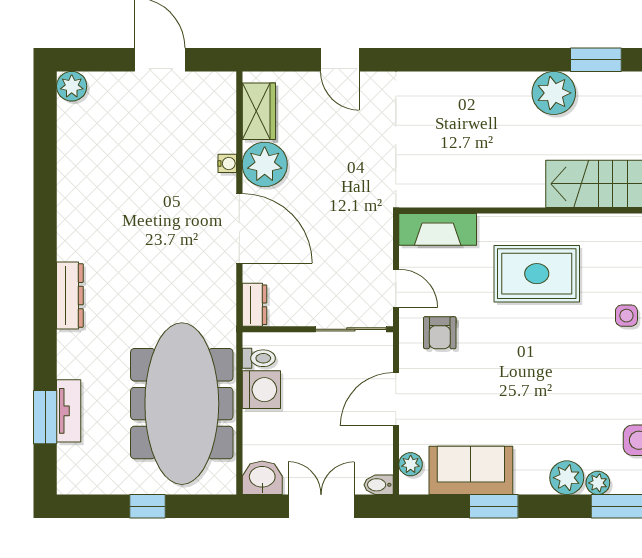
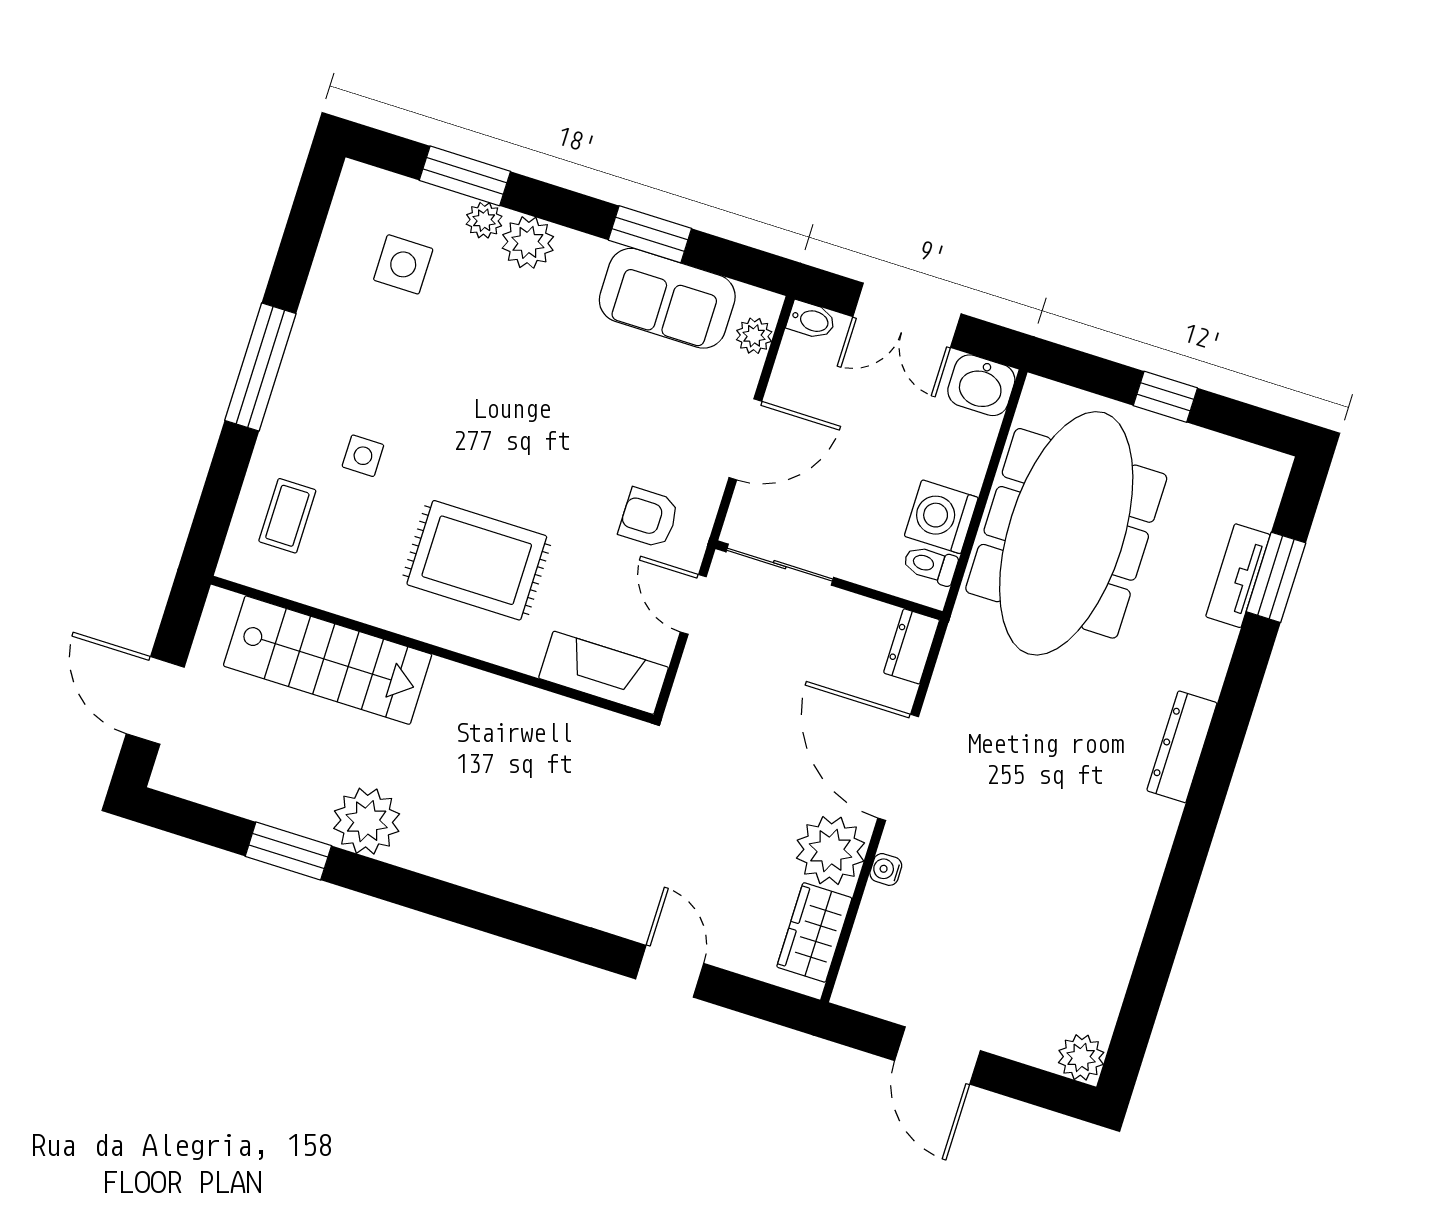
armchair: (440, 333) -> (649, 518), turned -90

